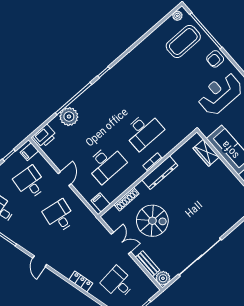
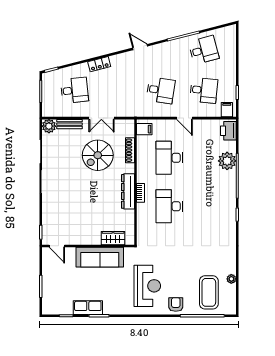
plant: (177, 16) -> (231, 279), moved

